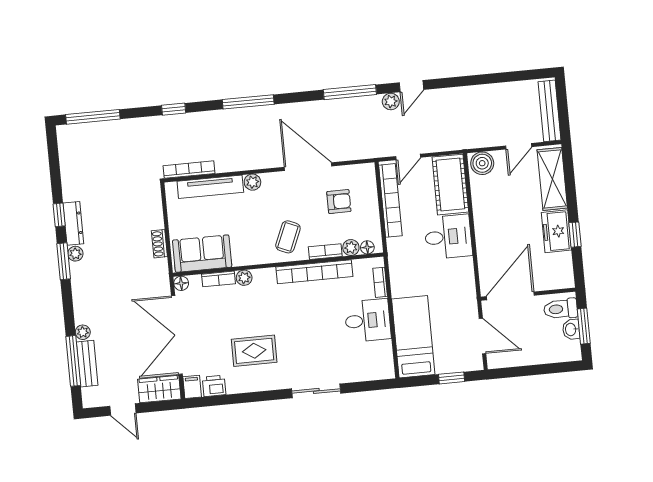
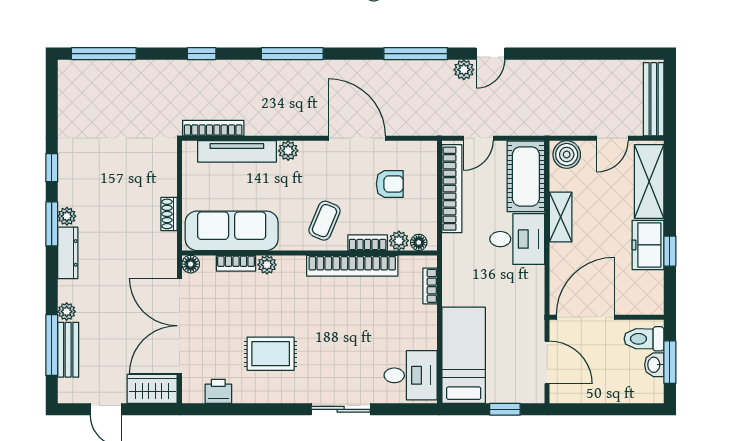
shelving: (482, 215) -> (561, 217), added
dresser: (73, 223) -> (68, 253), moved
sofa: (202, 254) -> (232, 231), width x1.36
desk: (368, 320) -> (411, 375), moved
filing cabinet: (192, 387) -> (192, 390), removed

